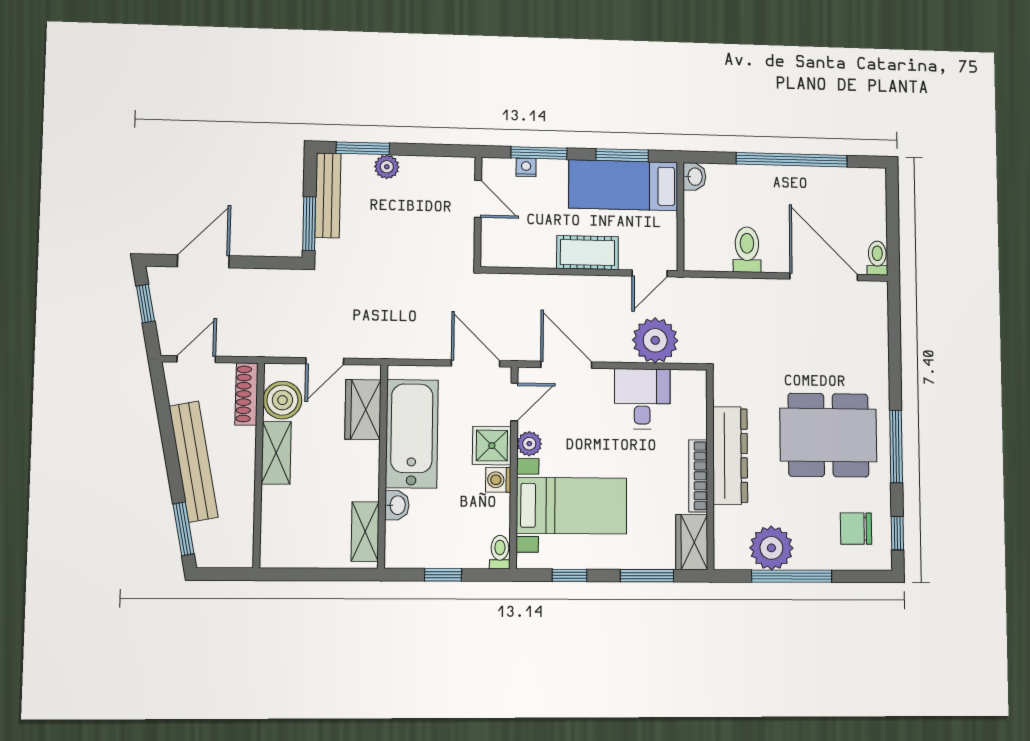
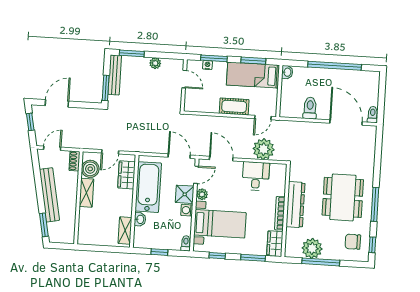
plant: (387, 167) -> (155, 63), moved
shoe rack: (246, 394) -> (74, 161), width x0.70
dining table: (828, 435) -> (343, 197), turned 90

